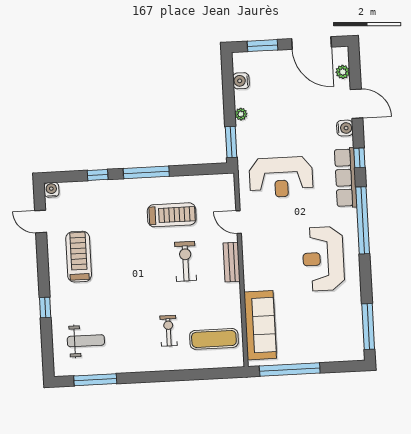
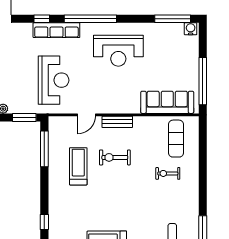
water cooler: (345, 128) -> (191, 29), moved
window: (146, 172) -> (44, 149), moved

